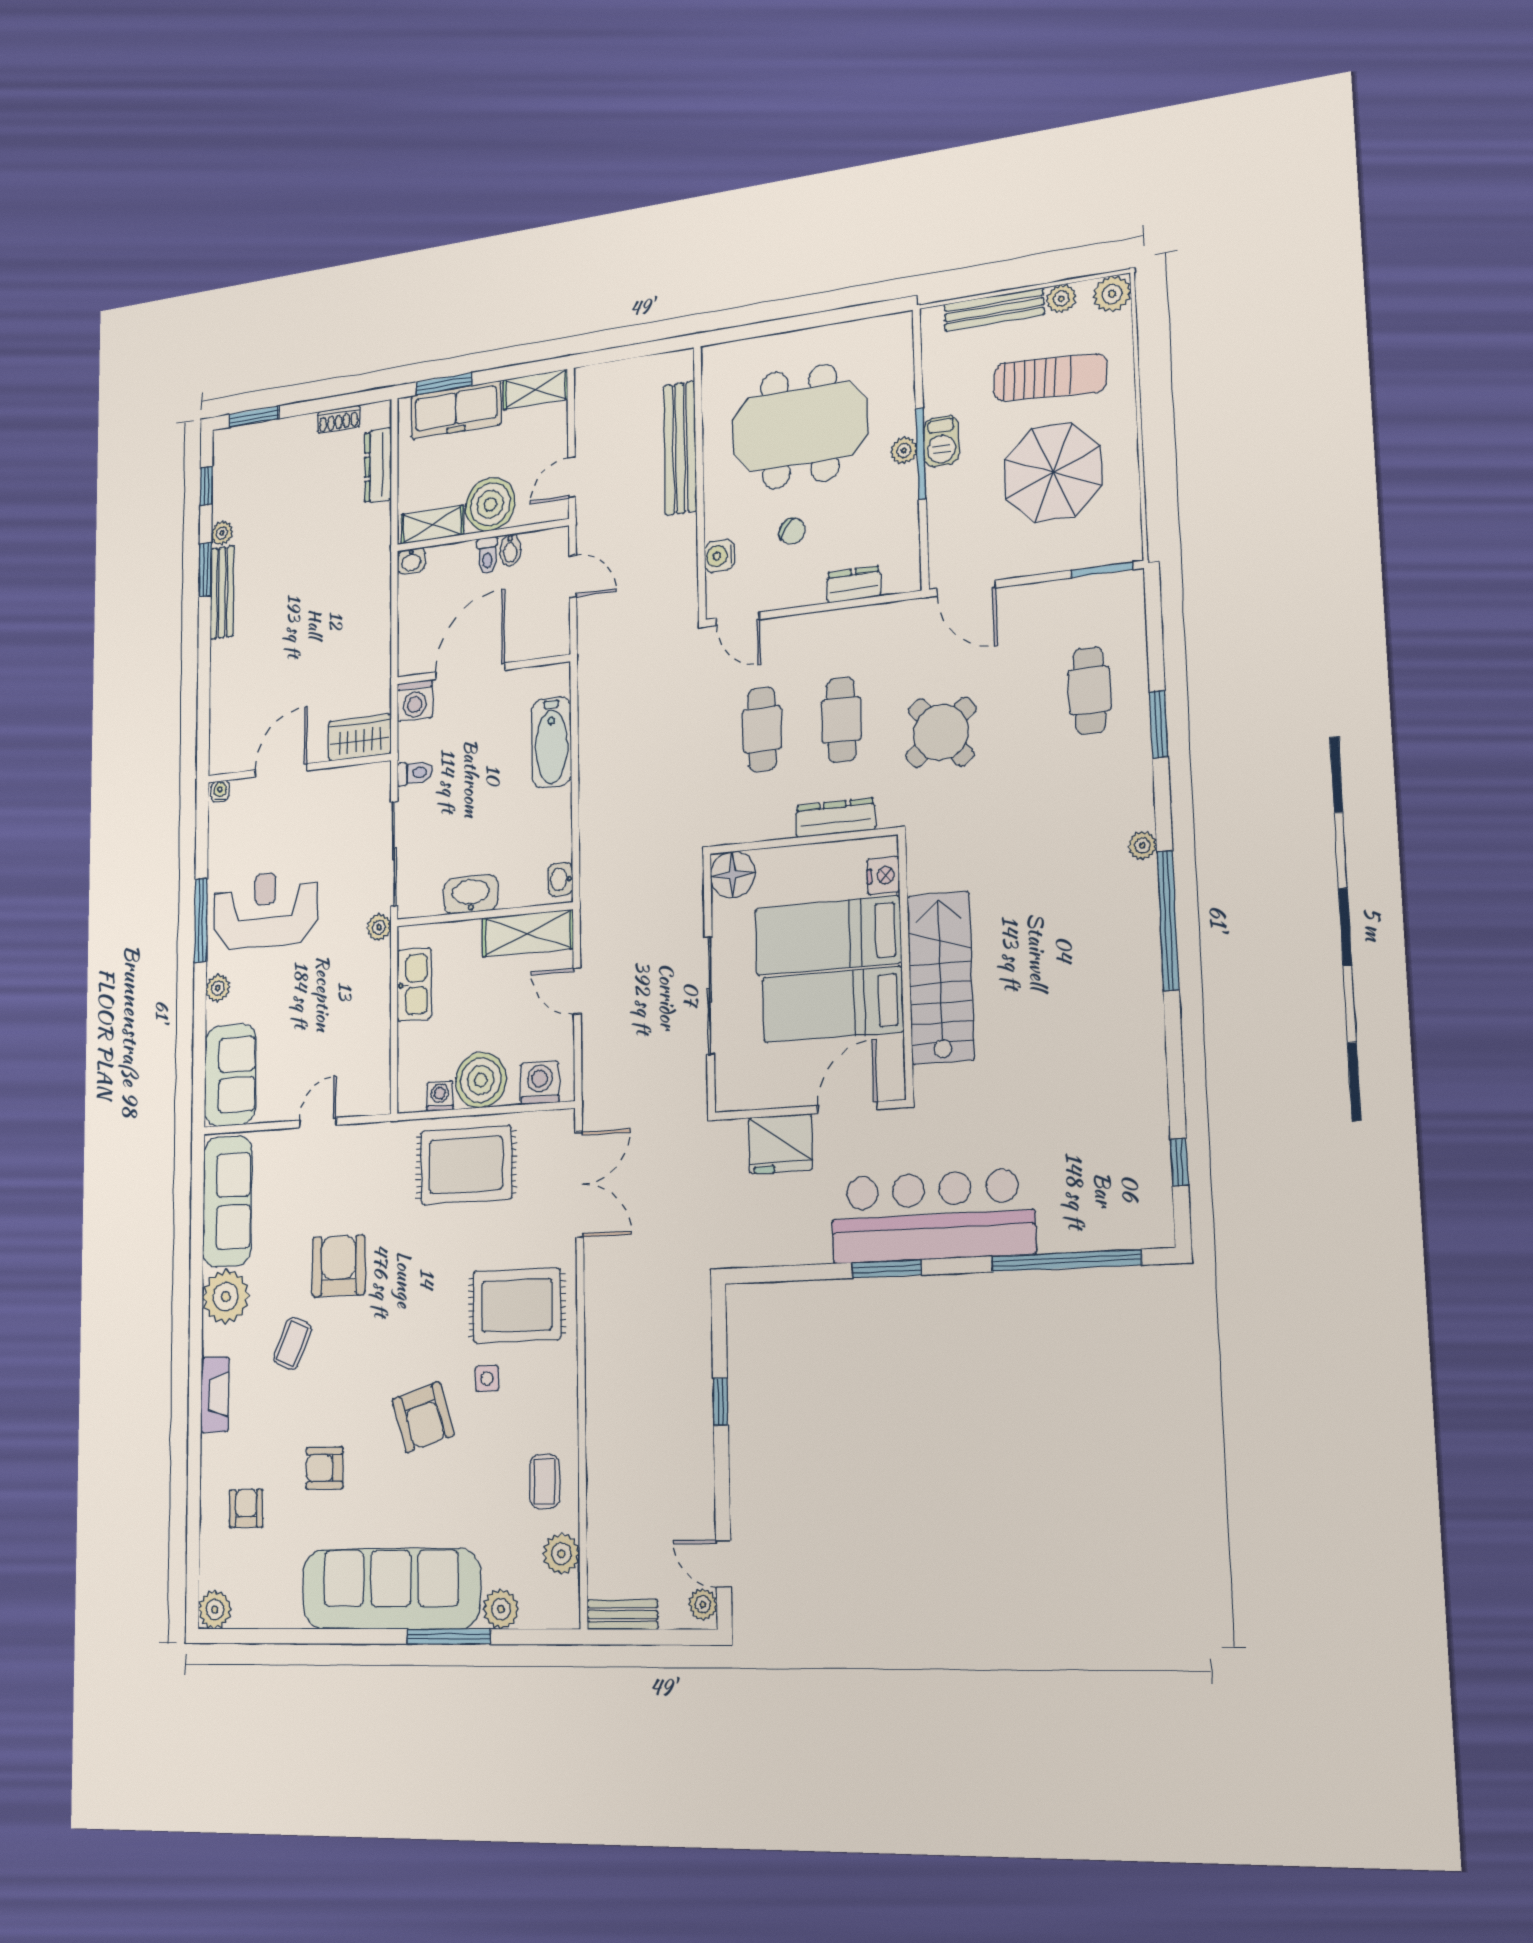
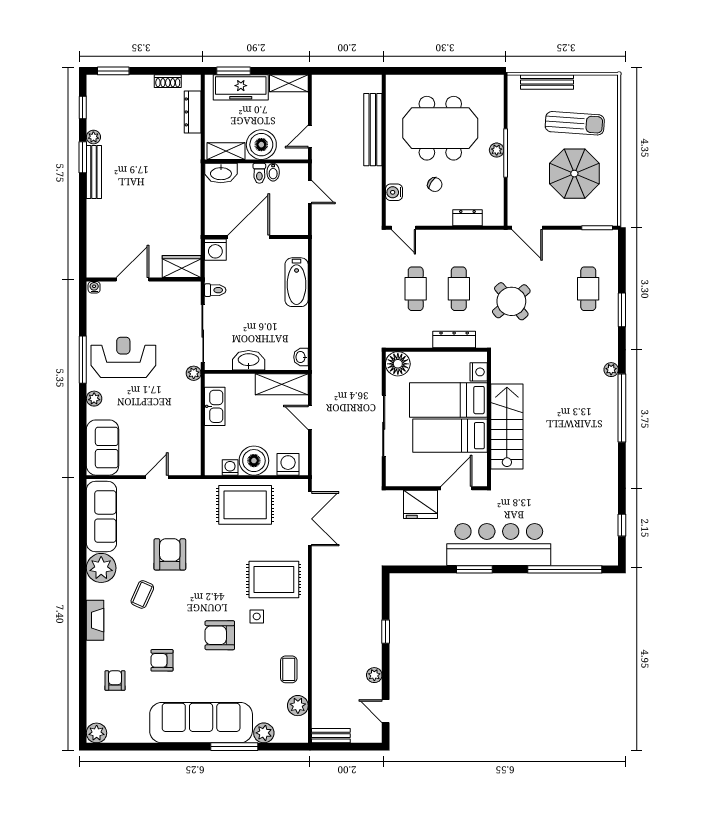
plant: (1112, 294) -> (608, 84), removed
plant: (1061, 299) -> (582, 82), removed
barbecue: (941, 441) -> (517, 148), removed
washbasin: (411, 561) -> (221, 173), width x1.91, depth x1.45
armchair: (423, 1417) -> (220, 635), turned 107
plant: (703, 1604) -> (374, 675), moved

